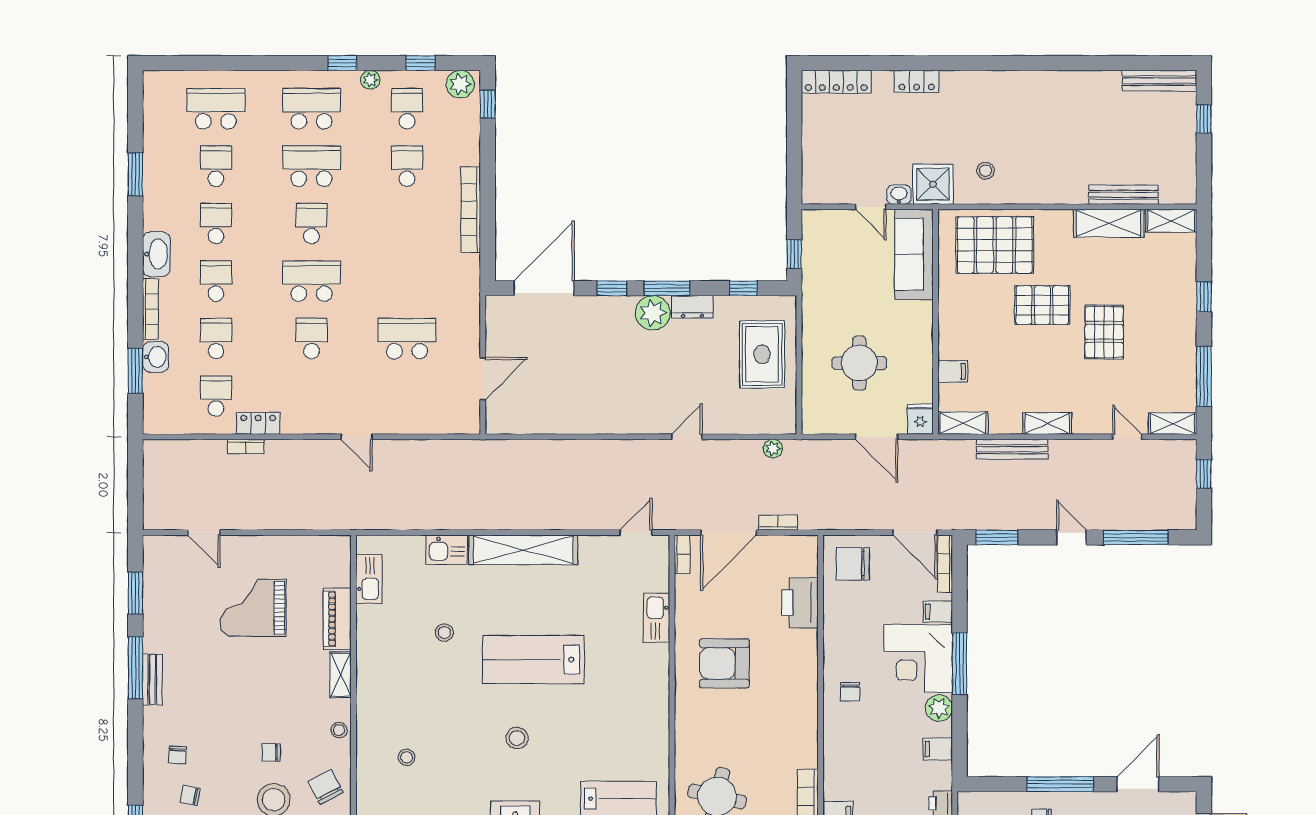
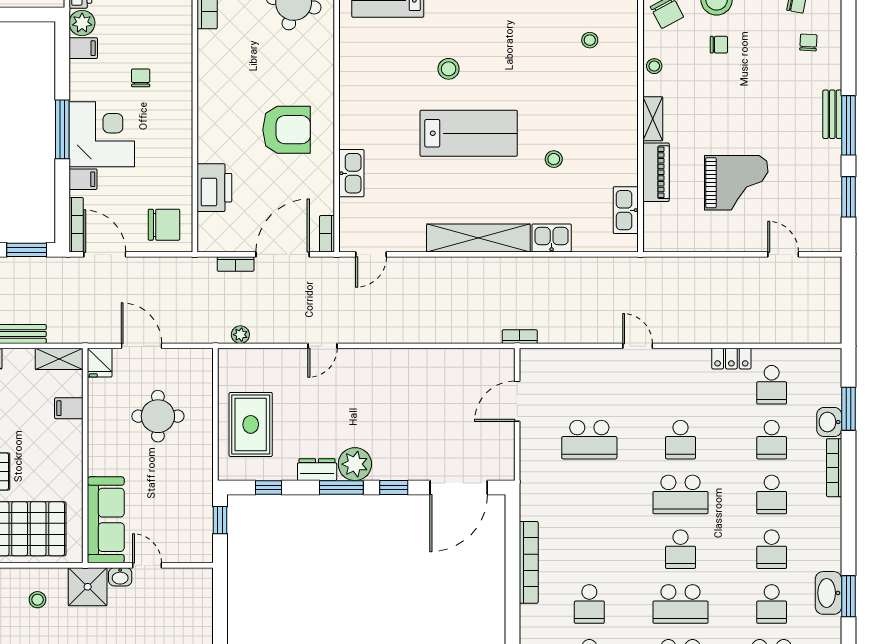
washbasin: (156, 254) -> (828, 593), moved
bookcase: (246, 446) -> (520, 337), moved
chair: (850, 692) -> (141, 78), moved
plant: (939, 708) -> (82, 23), moved
stool: (517, 738) -> (449, 69), moved

